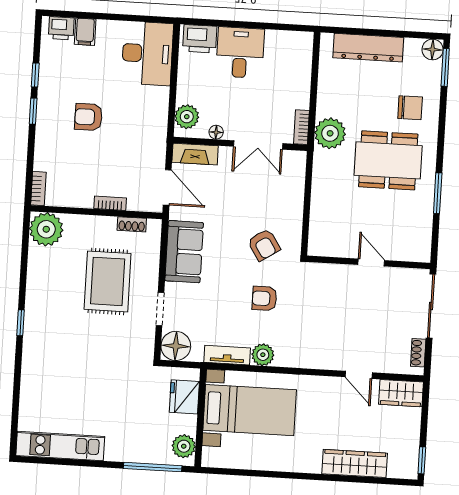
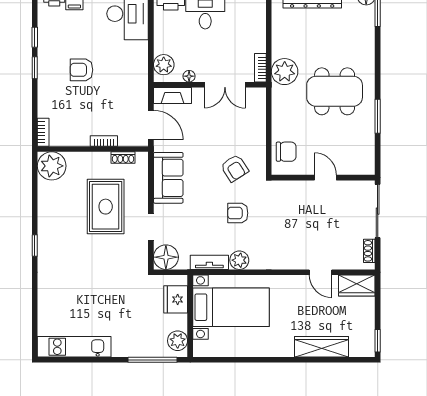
chair: (410, 108) -> (286, 152), moved

